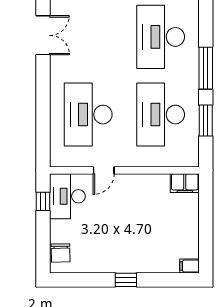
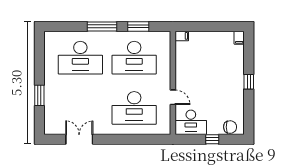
filing cabinet: (185, 183) -> (182, 36), width x0.50
window: (43, 201) -> (212, 139), moved

